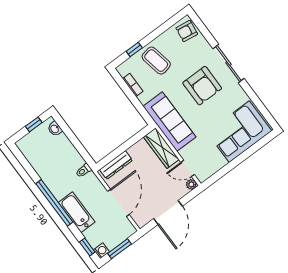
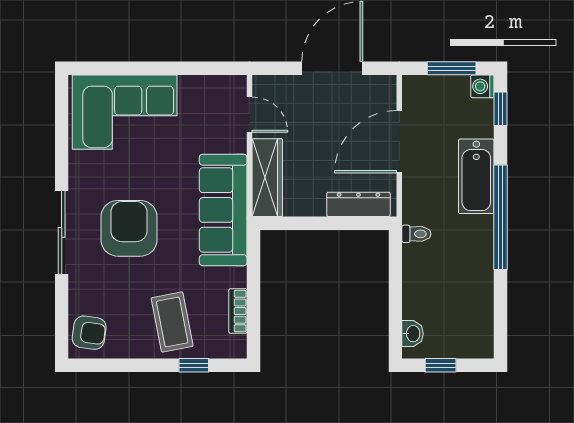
plant: (191, 184) -> (263, 85), removed

